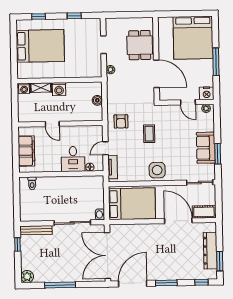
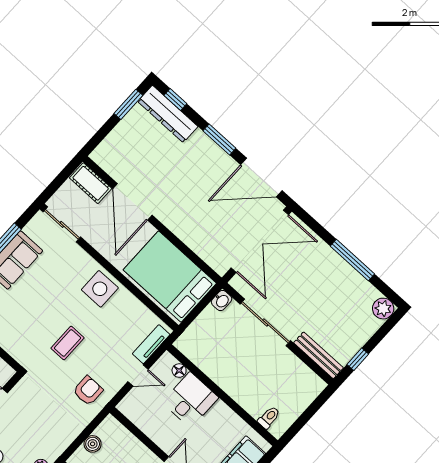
dresser: (210, 251) -> (168, 114), moved, turned 90

